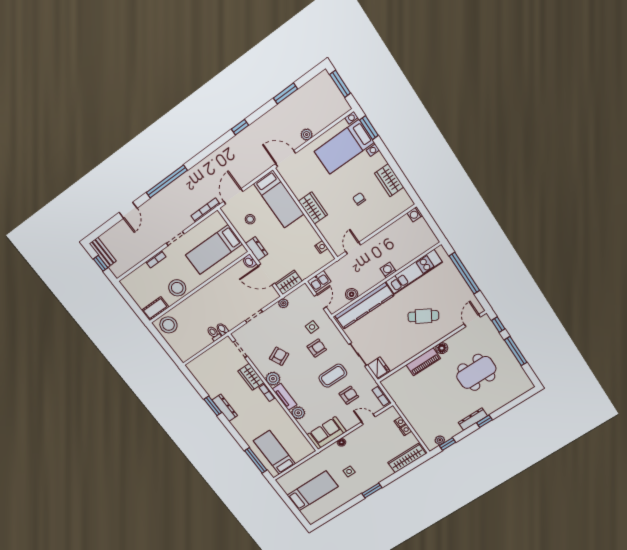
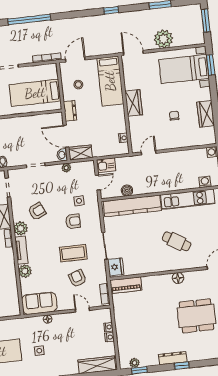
plant: (307, 135) -> (163, 39), width x1.88, depth x1.88
washbasin: (249, 262) -> (62, 155), moved
washing machine: (388, 270) -> (205, 182), moved
piano: (423, 362) -> (126, 285), moved
armchair: (349, 395) -> (77, 278), turned -109

